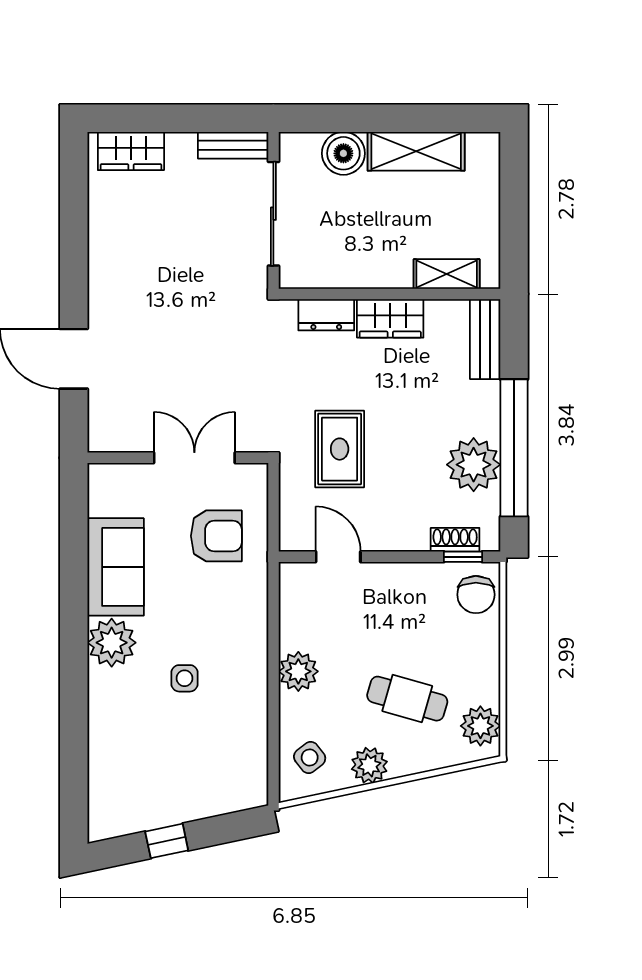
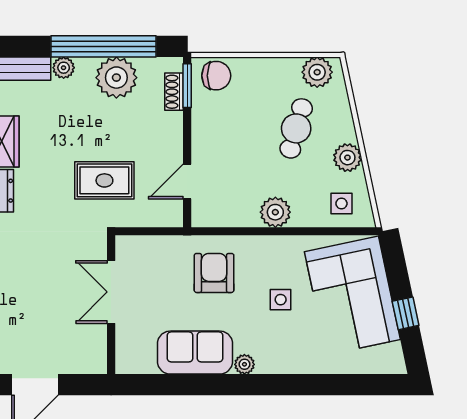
plant: (486, 396) -> (64, 68), added
armchair: (216, 536) -> (214, 273), moved
window: (463, 557) -> (187, 86), width x1.50
plant: (112, 643) -> (244, 364), width x0.53, depth x0.53
side table: (310, 757) -> (341, 203), turned 38
corner sofa: (190, 772) -> (352, 296), added

